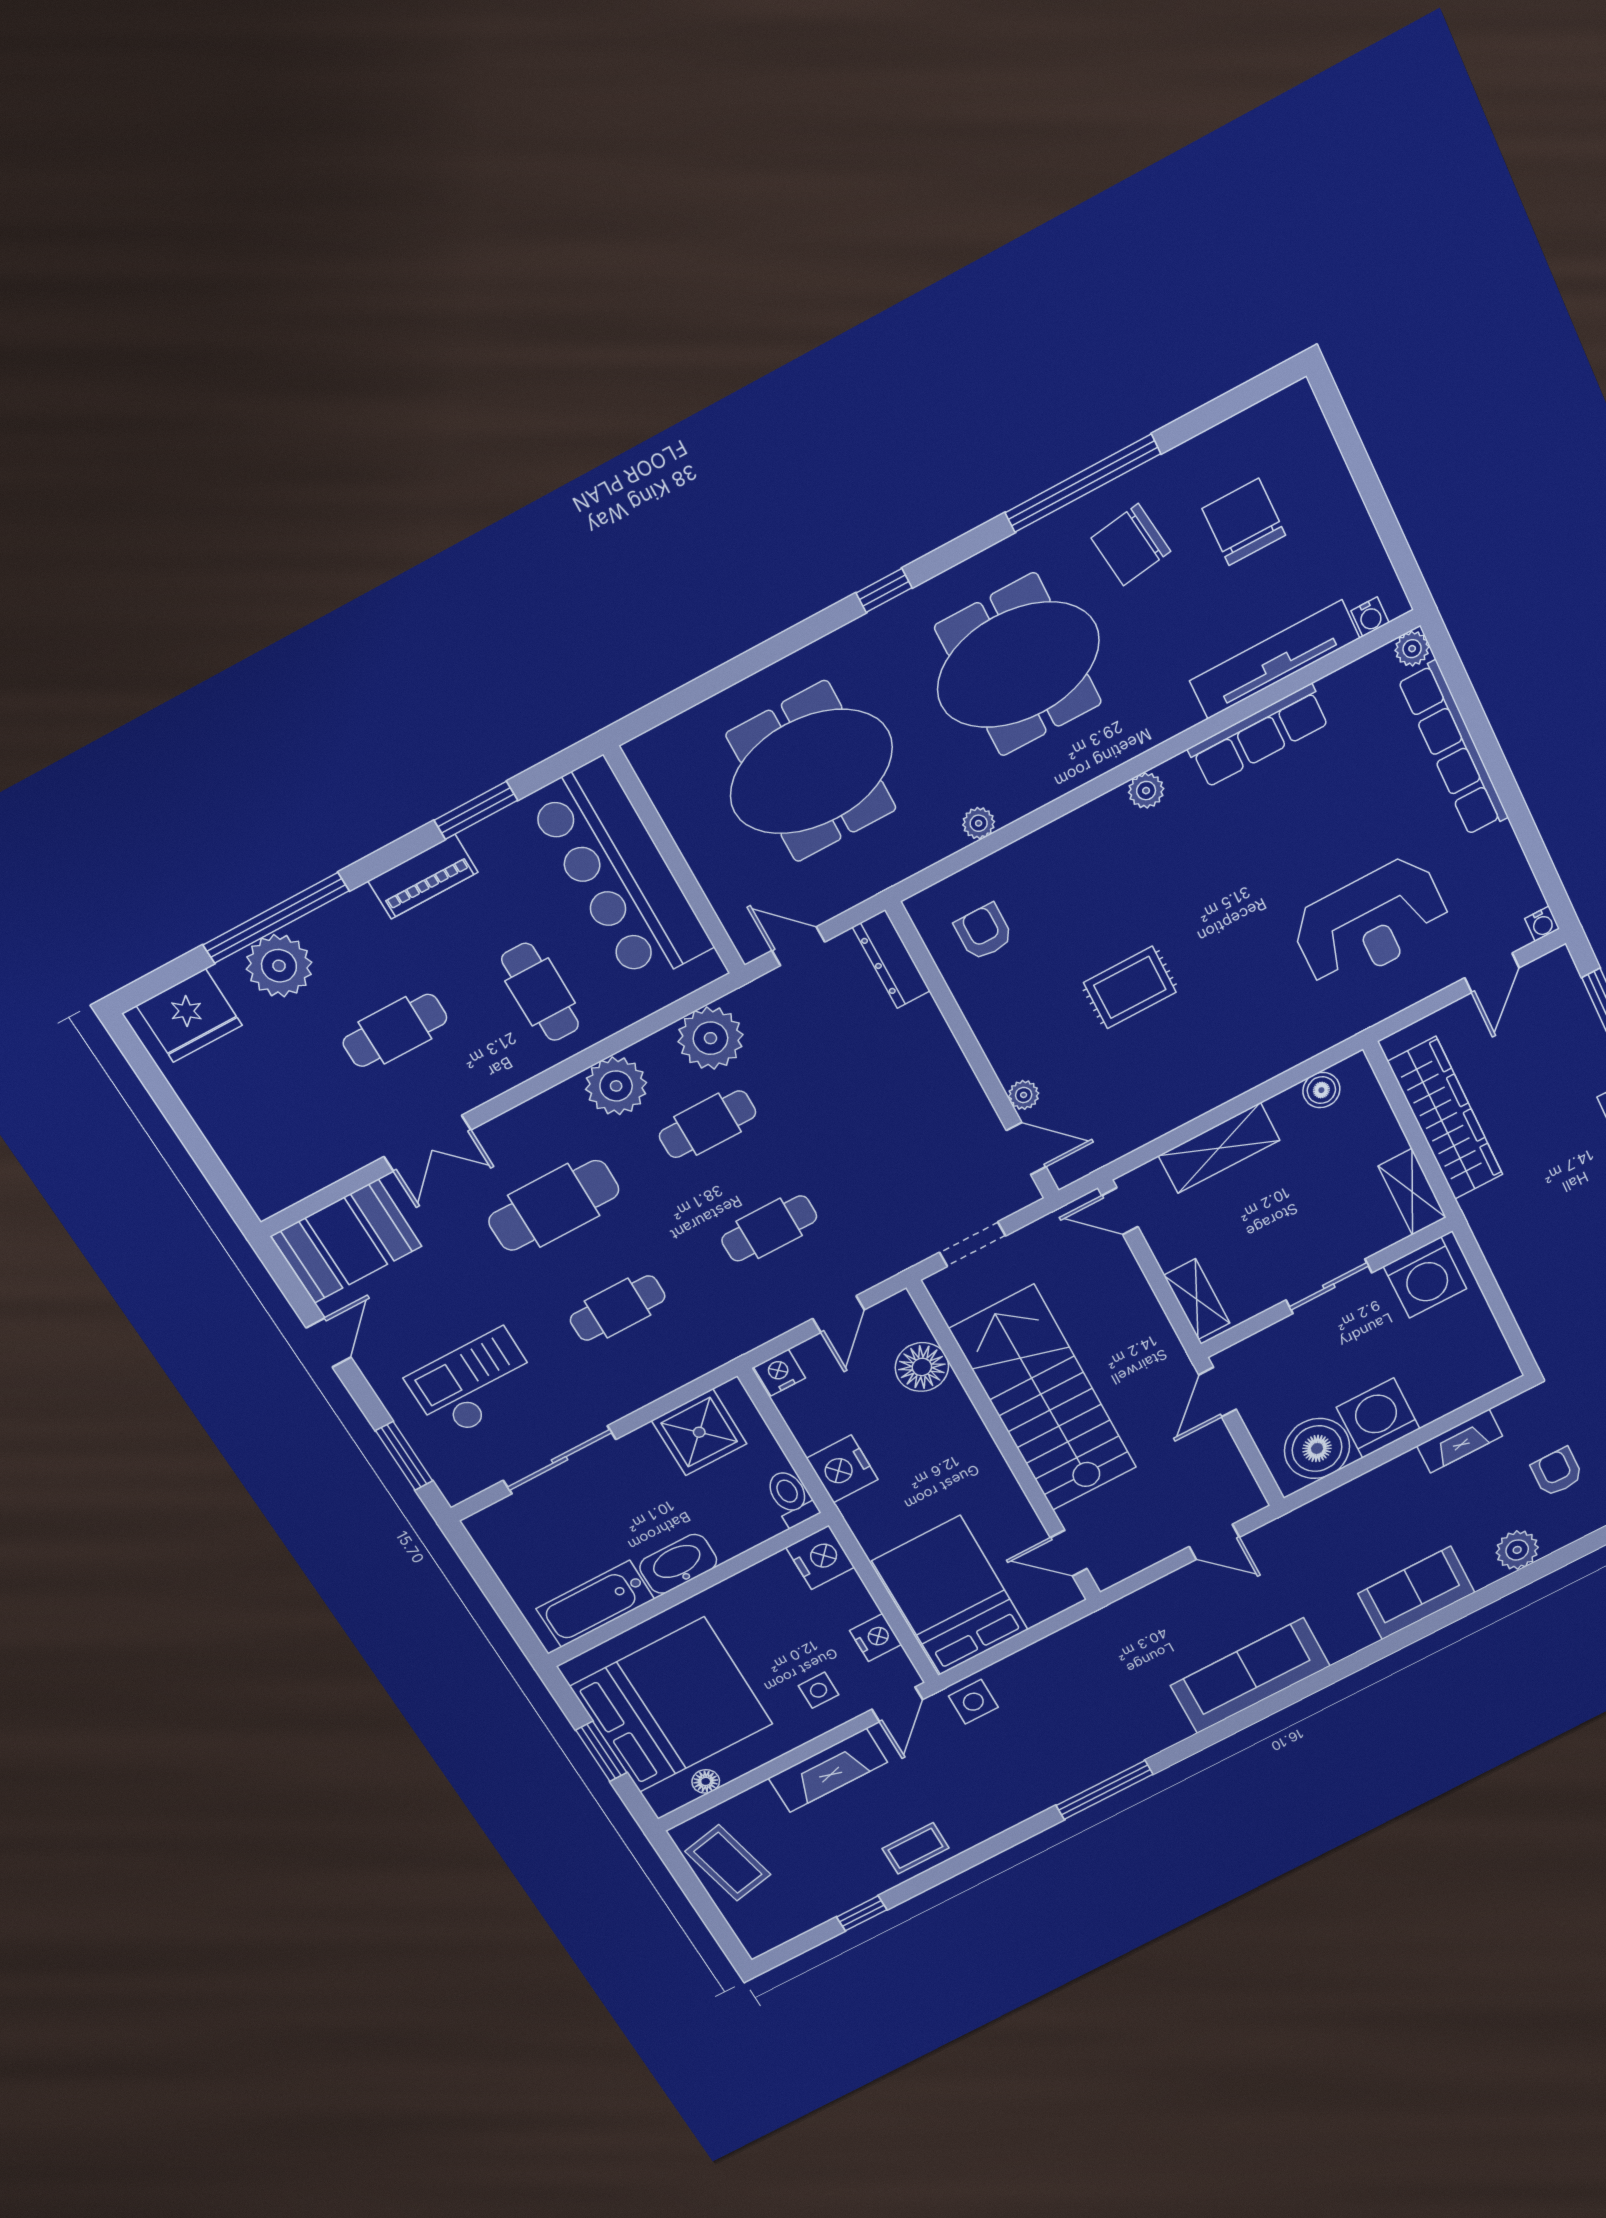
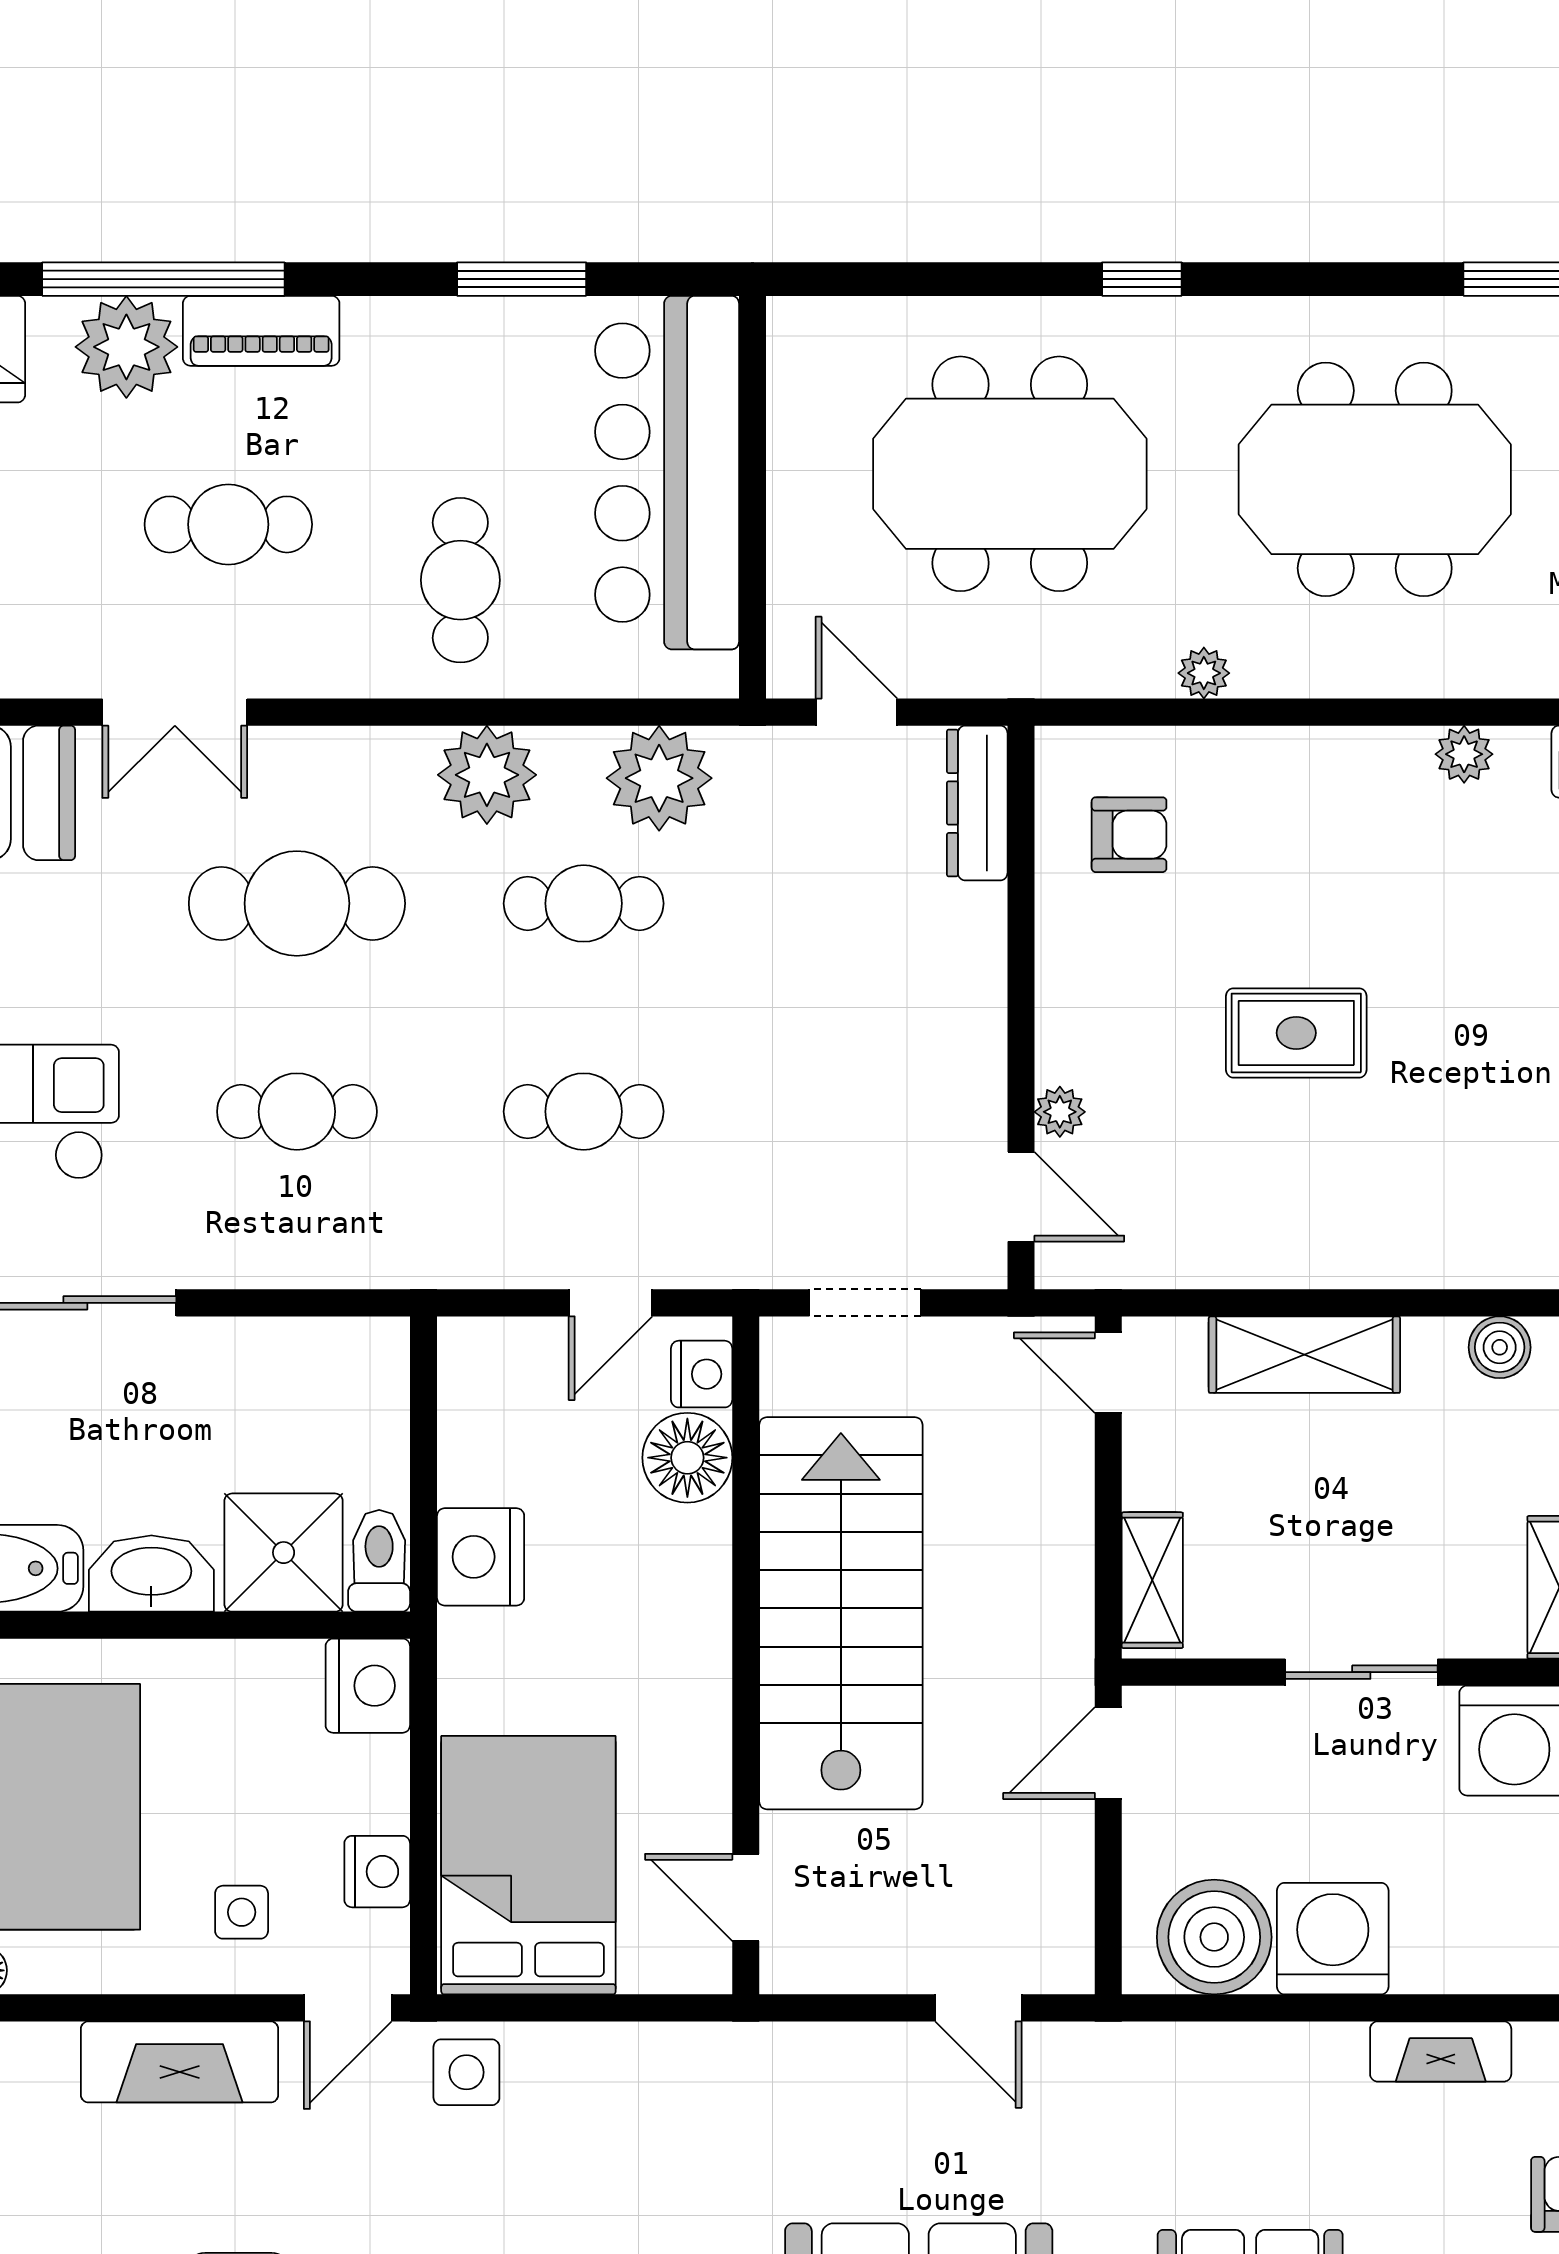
window: (884, 590) -> (1142, 279), moved
piano: (423, 877) -> (261, 331), moved
armchair: (984, 932) -> (1129, 835), turned 90
nightstand: (780, 1373) -> (702, 1374), moved, turned 90
shower: (699, 1432) -> (284, 1553), moved

